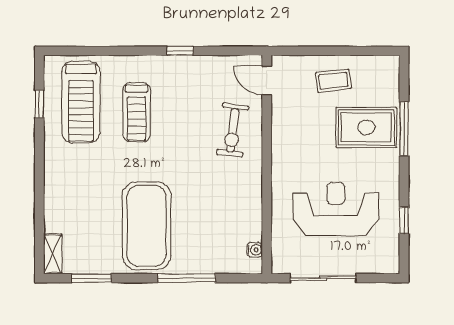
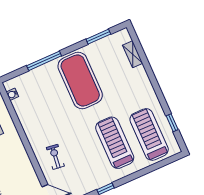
treadmill: (137, 112) -> (115, 143), width x1.37, depth x1.38
exercise bike: (233, 130) -> (55, 157), width x0.73, depth x0.72
shelving: (53, 254) -> (133, 54), moved

